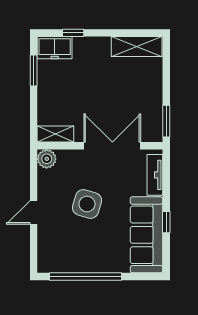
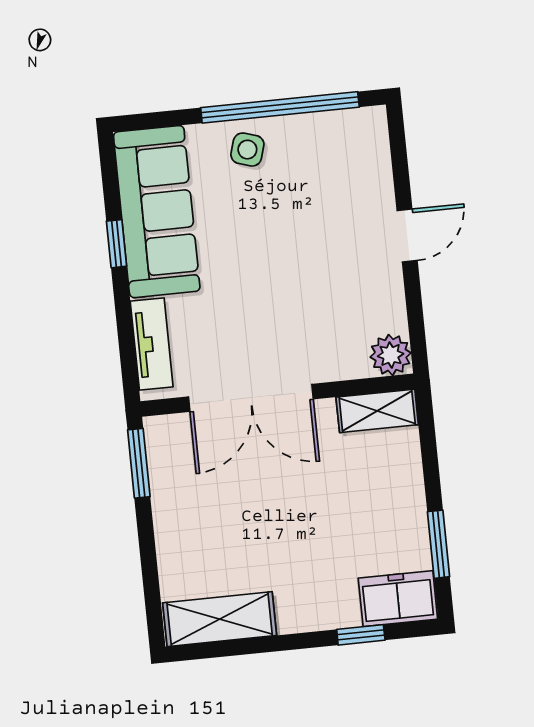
side table: (87, 204) -> (247, 150), moved, width x0.54, depth x0.54

